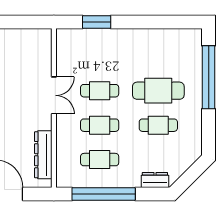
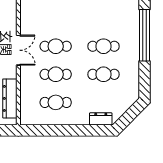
cafe table: (158, 91) -> (104, 46), width x0.73, depth x0.74
window: (104, 194) -> (59, 130), removed

